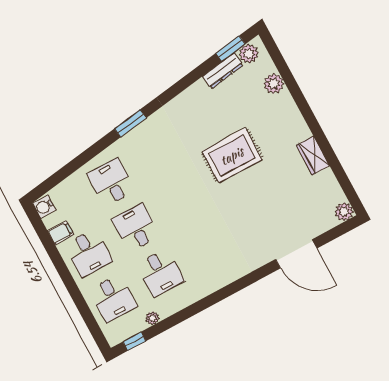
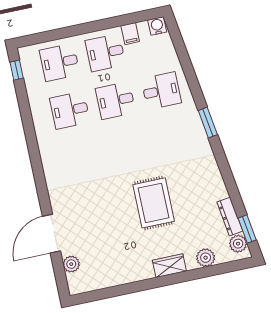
wardrobe: (313, 156) -> (169, 266), moved
plant: (344, 212) -> (71, 264), moved
desk: (136, 227) -> (116, 100), turned 180
plant: (152, 318) -> (32, 92), removed

